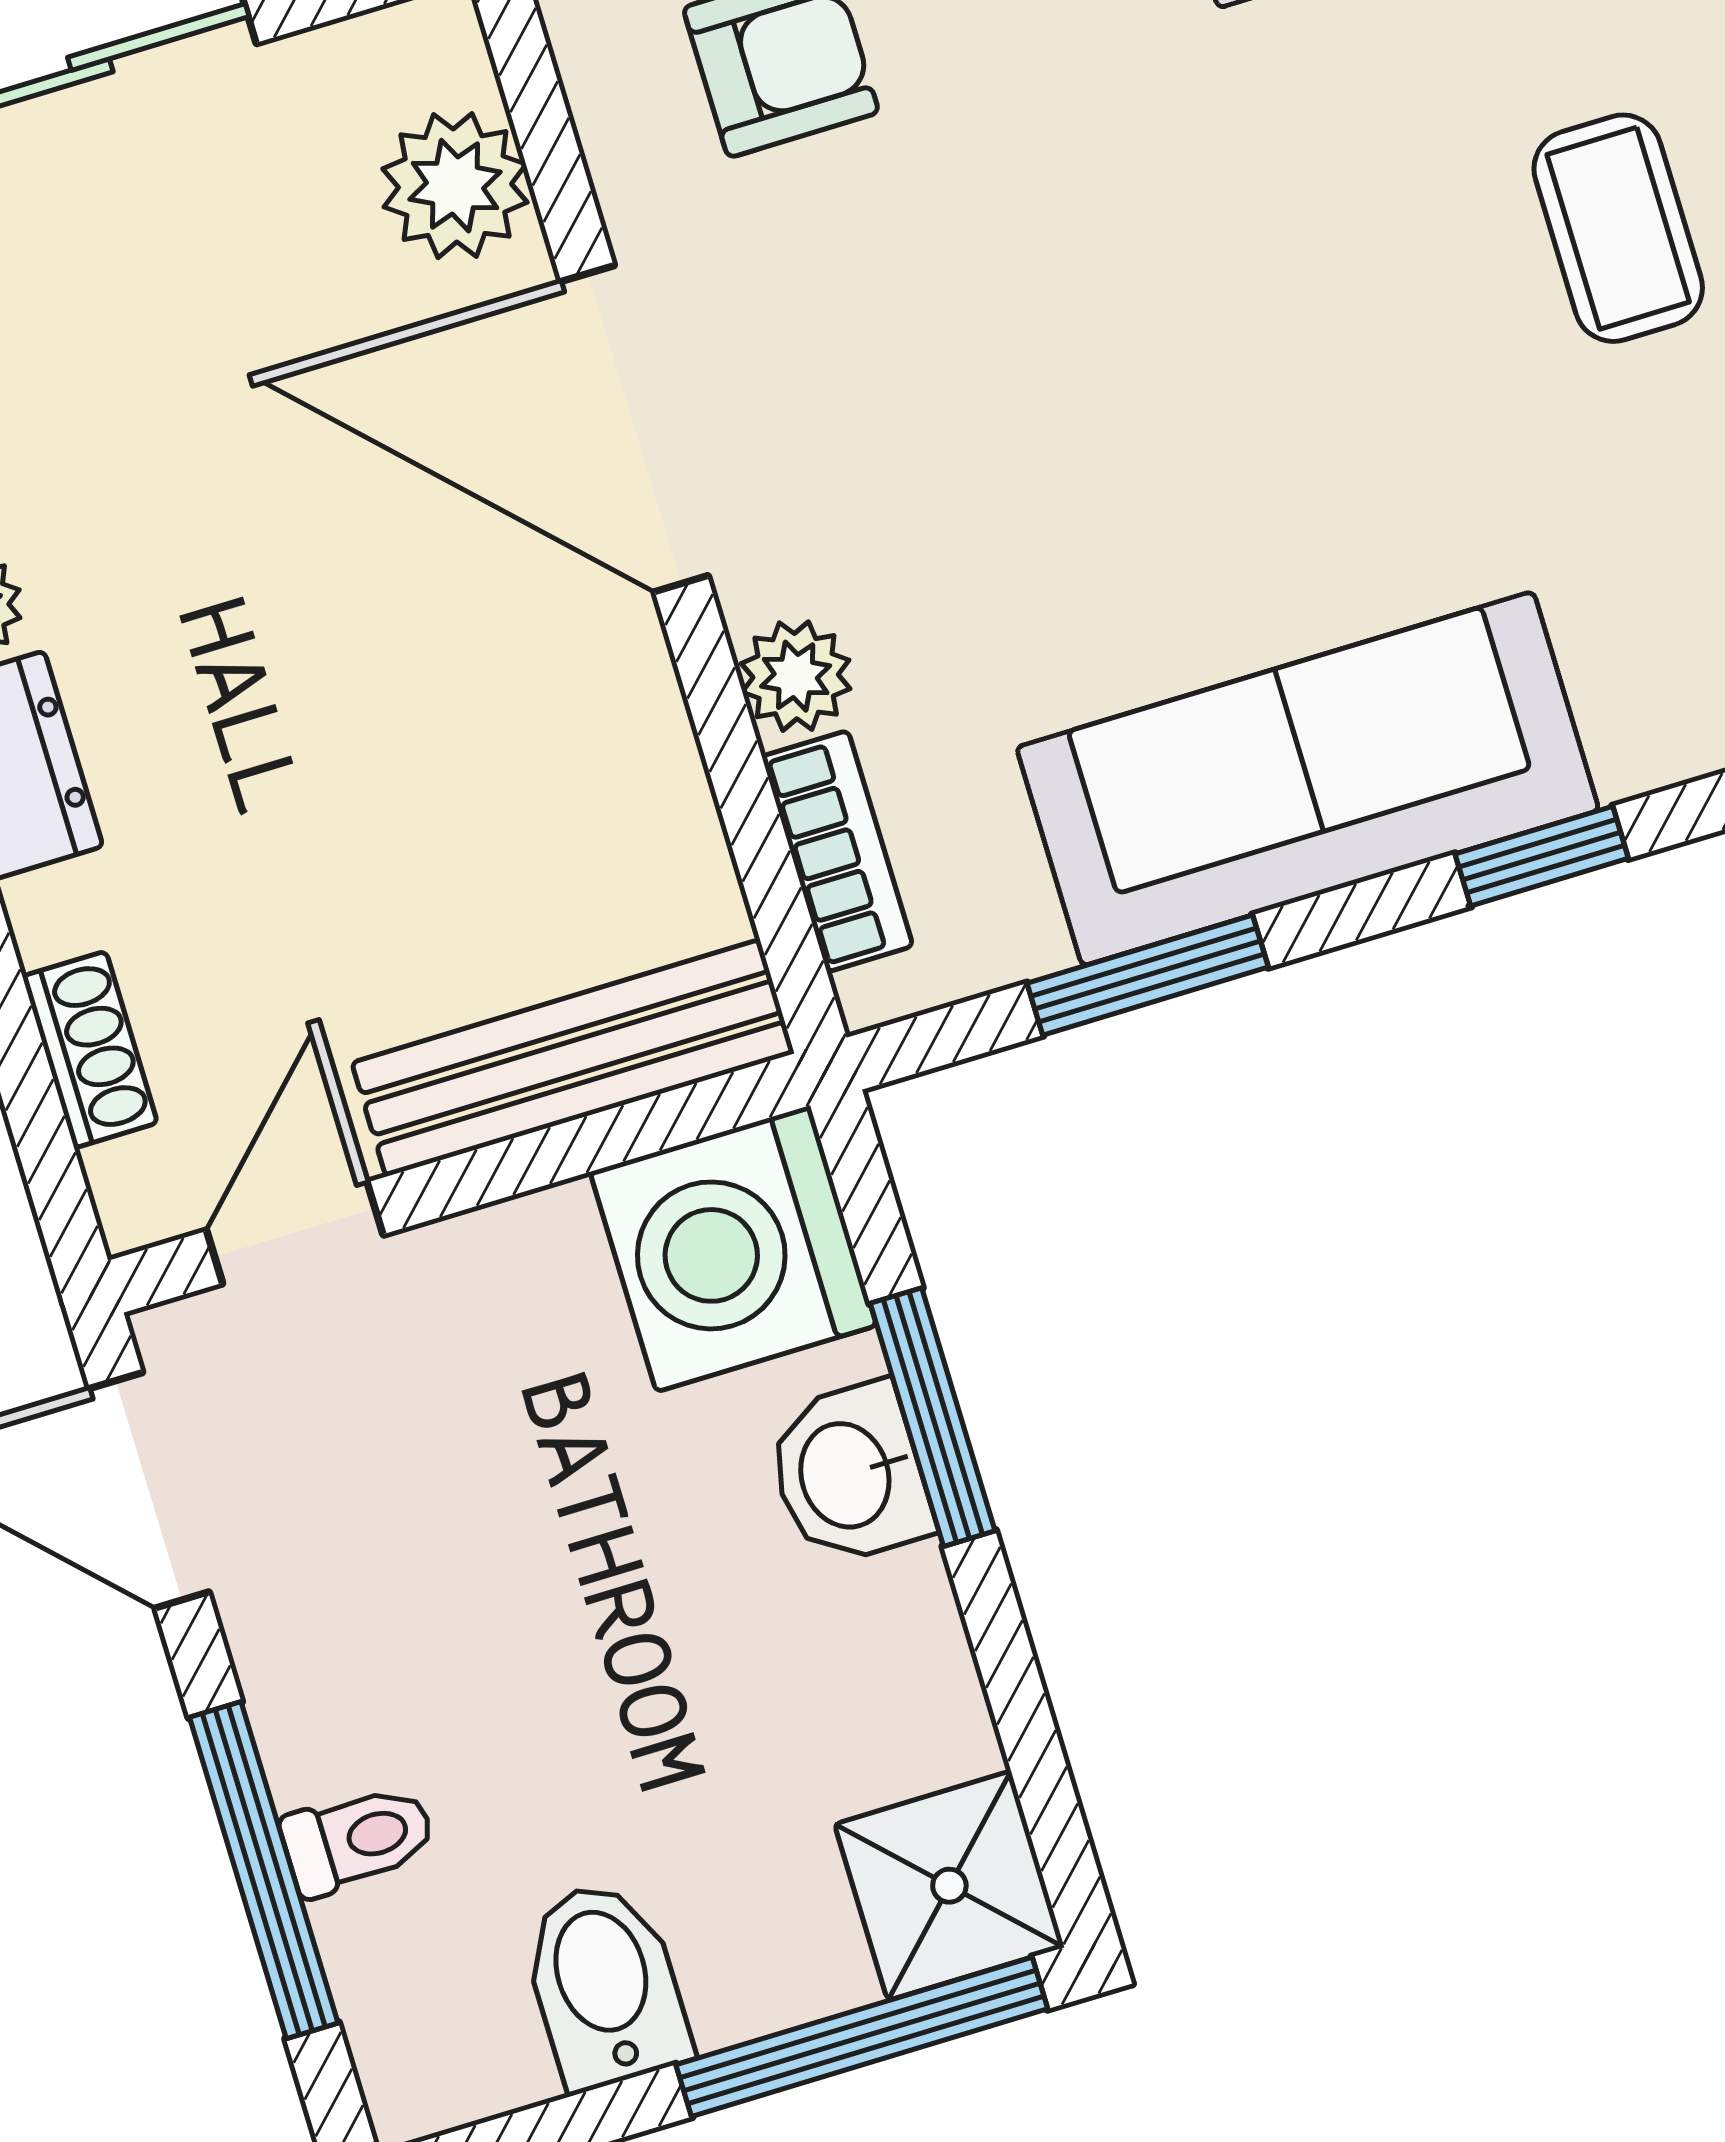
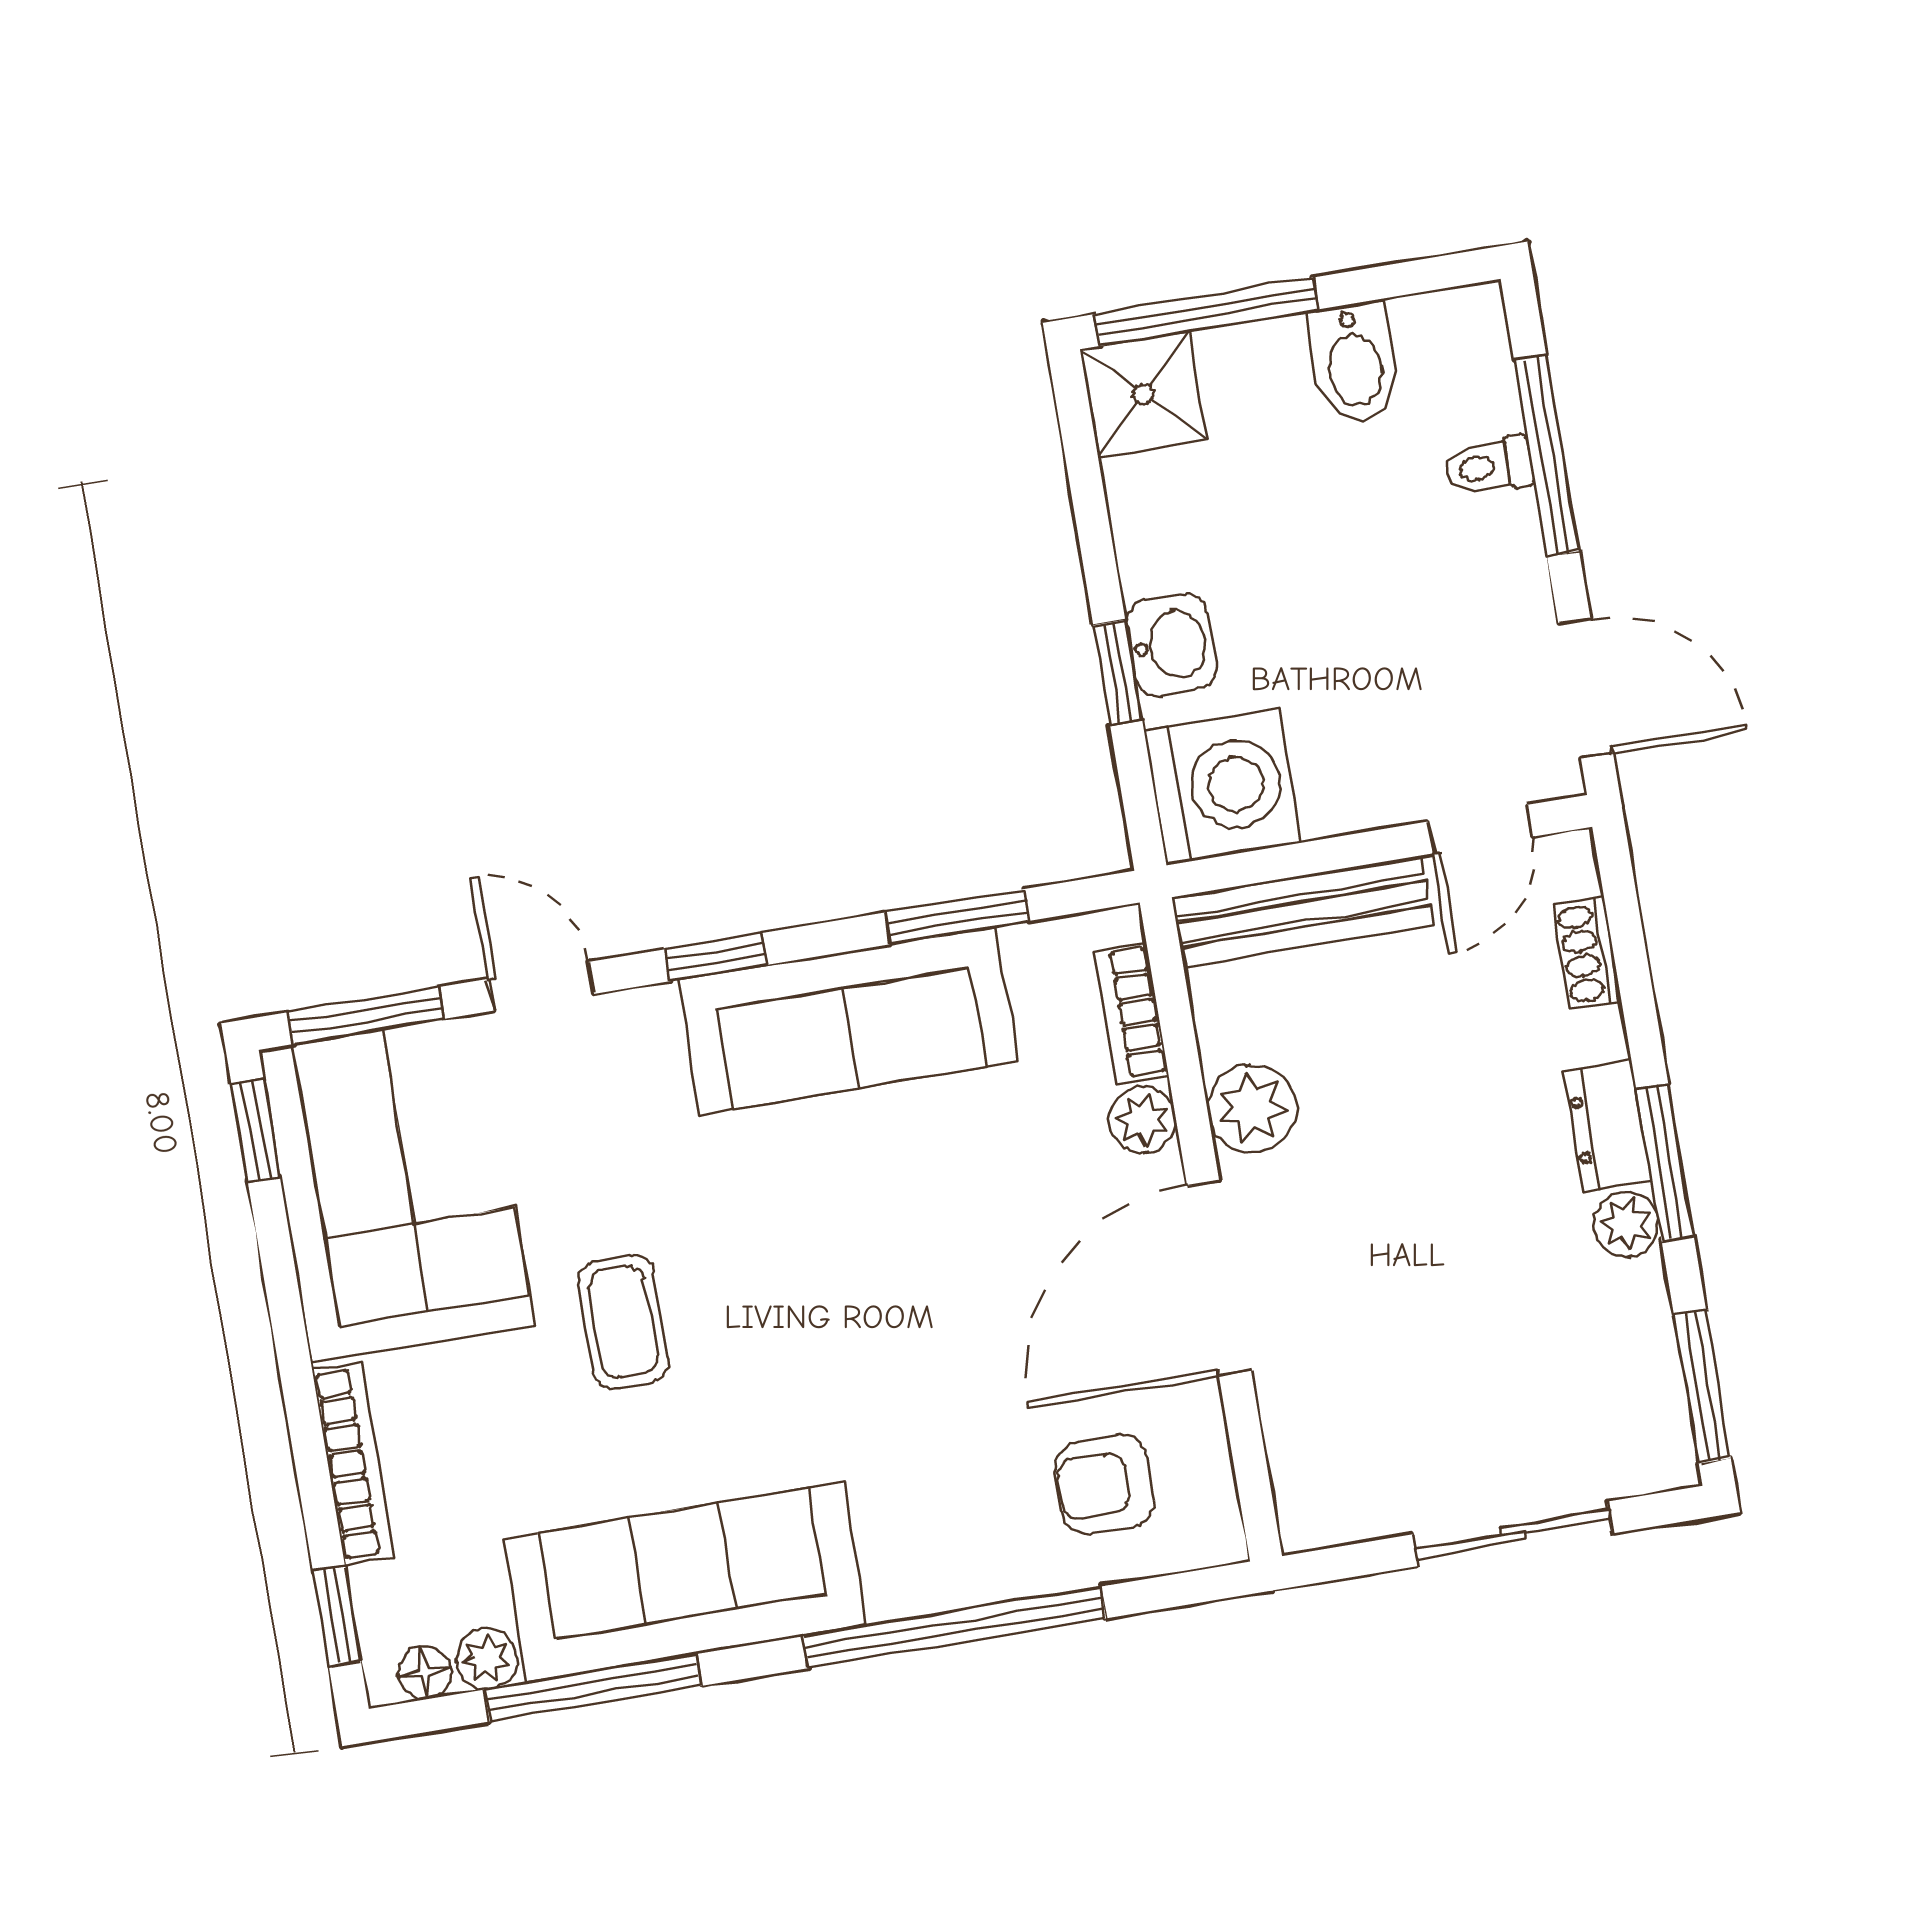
plant: (455, 186) -> (1252, 1109), moved
door: (634, 429) -> (1219, 1278), swing flipped
window: (933, 1417) -> (1118, 672), width x0.67

